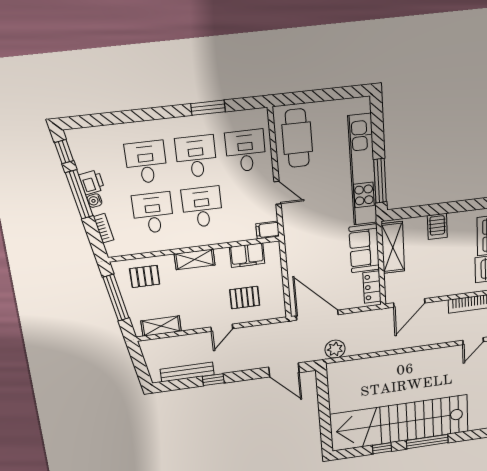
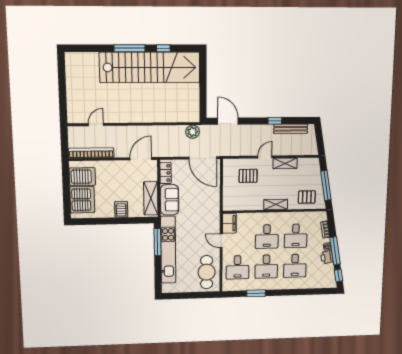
filing cabinet: (268, 230) -> (229, 223), width x2.00
filing cabinet: (247, 255) -> (244, 204), removed
shelving: (161, 326) -> (285, 163), moved

